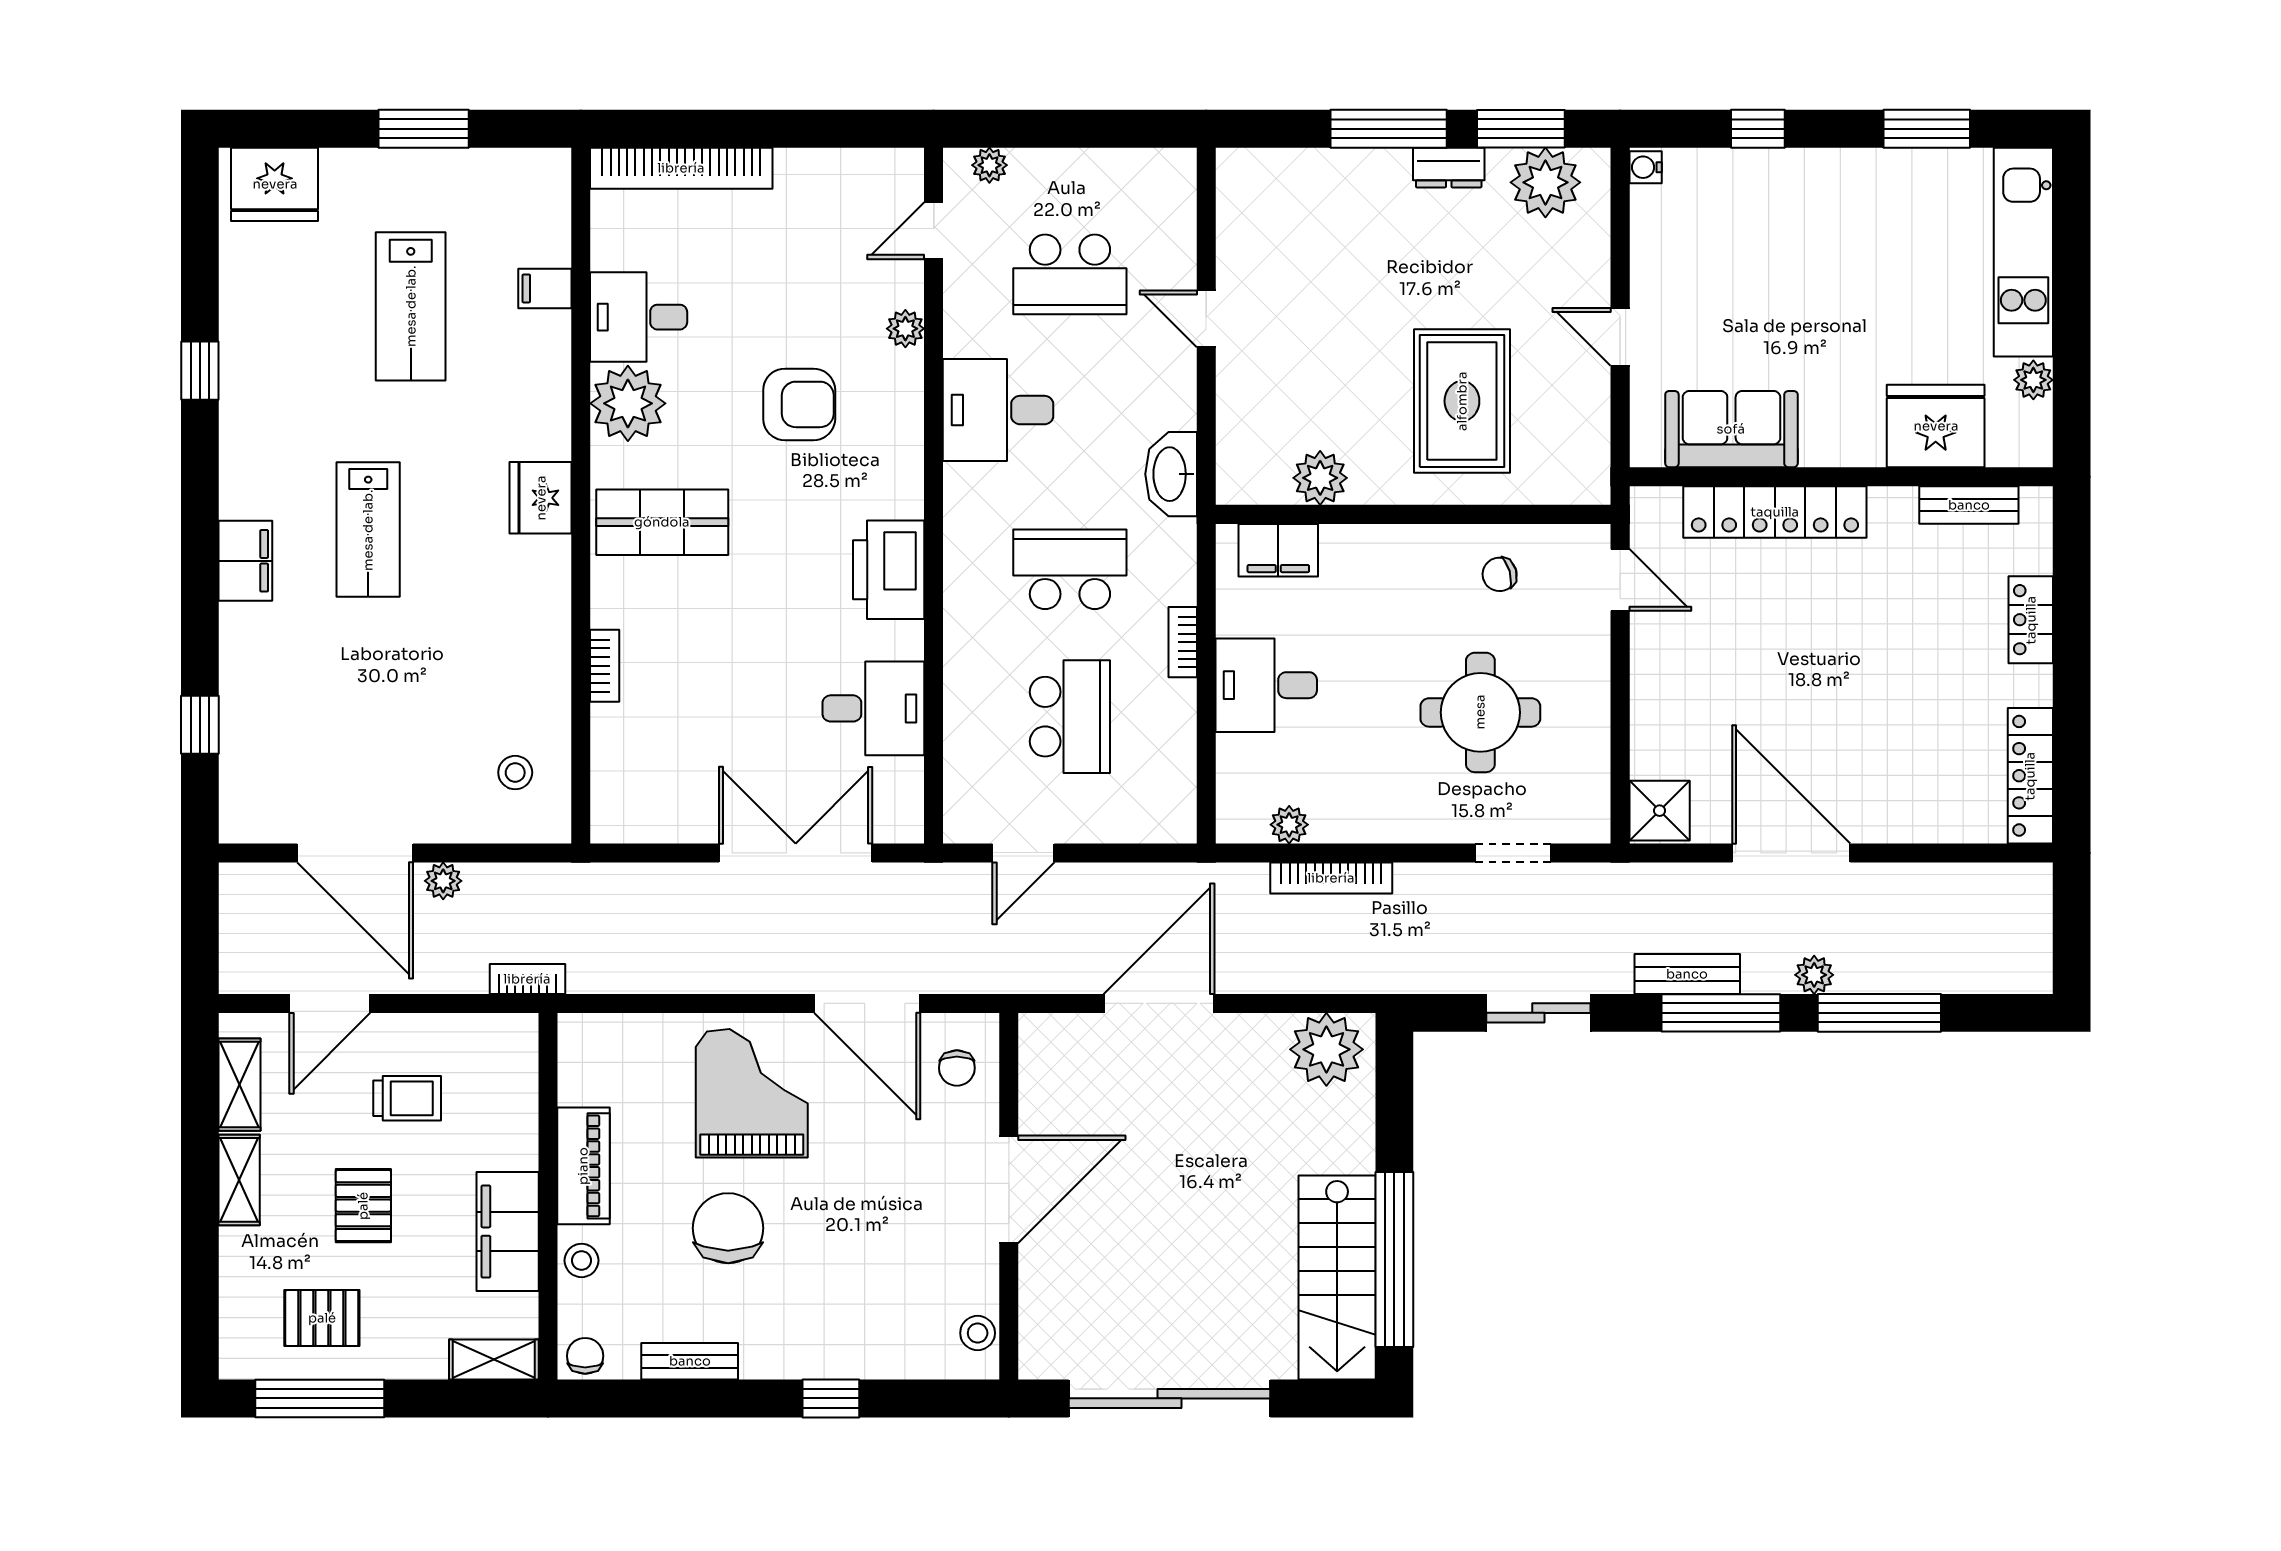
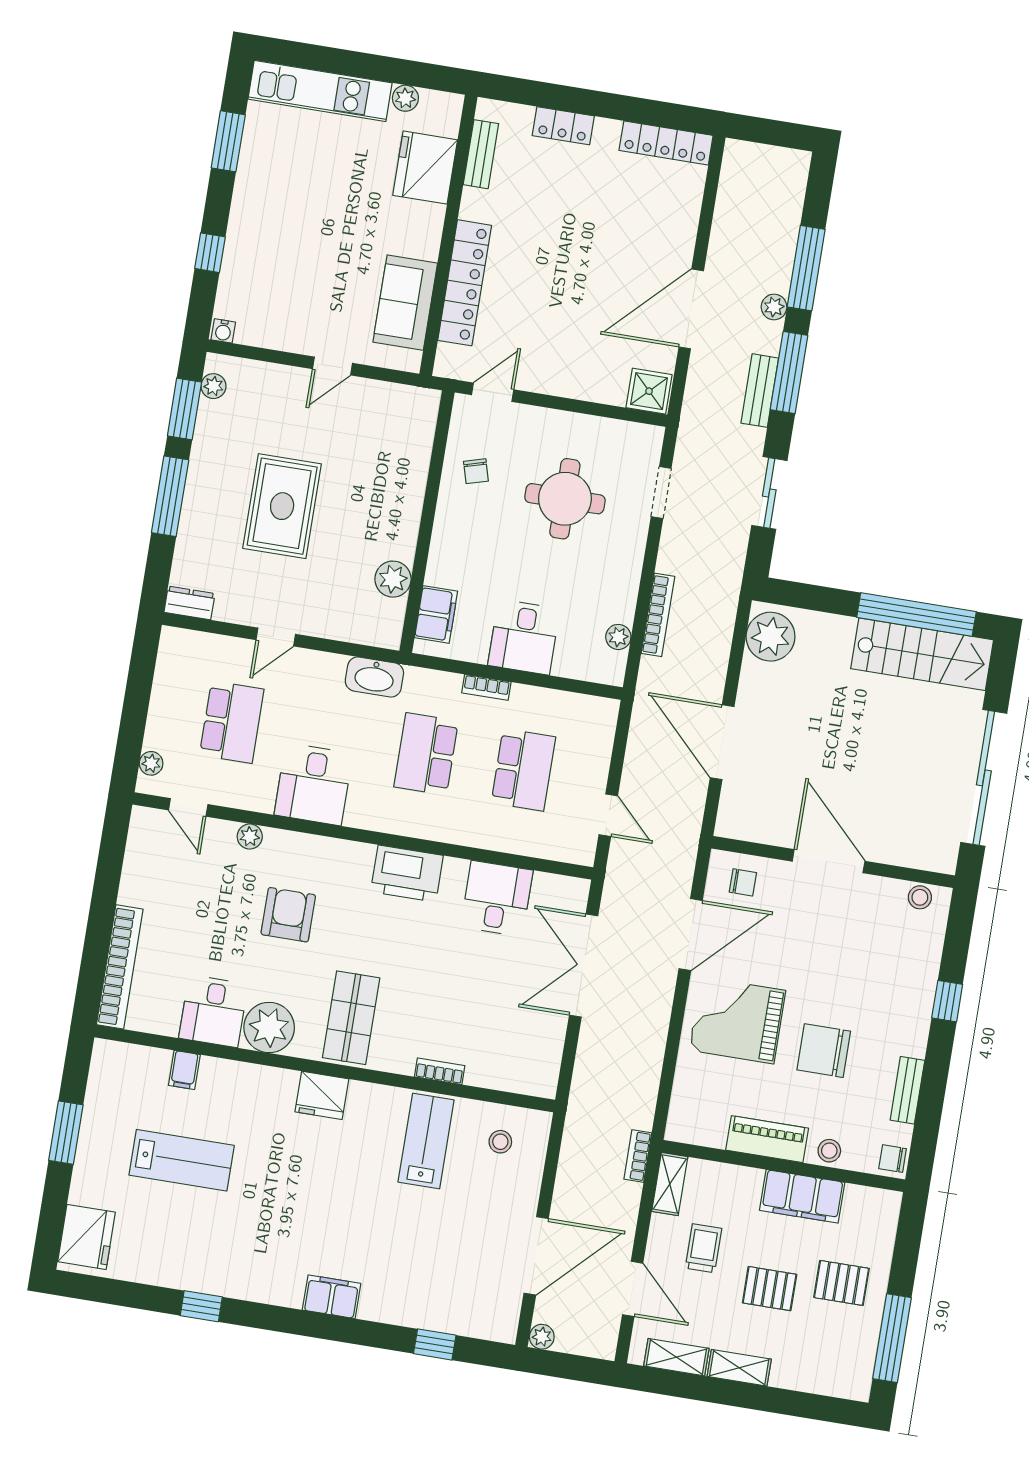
dresser: (1449, 168) -> (189, 603), moved, turned -90
plant: (1545, 182) -> (213, 386), width x0.53, depth x0.53
rug: (1462, 401) -> (282, 506), moved, turned 90
lab bench: (368, 530) -> (426, 1141), moved, turned -90
school desk: (1070, 717) -> (523, 770), turned 90
plant: (443, 881) -> (542, 1337), moved
pallet: (322, 1318) -> (841, 1283), moved, turned 90
shelving: (494, 1360) -> (670, 1184), moved

